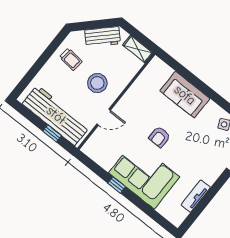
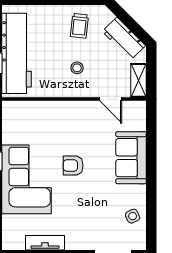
stool: (97, 83) -> (77, 68), width x0.53, depth x0.53
door: (104, 117) -> (111, 99), moved

